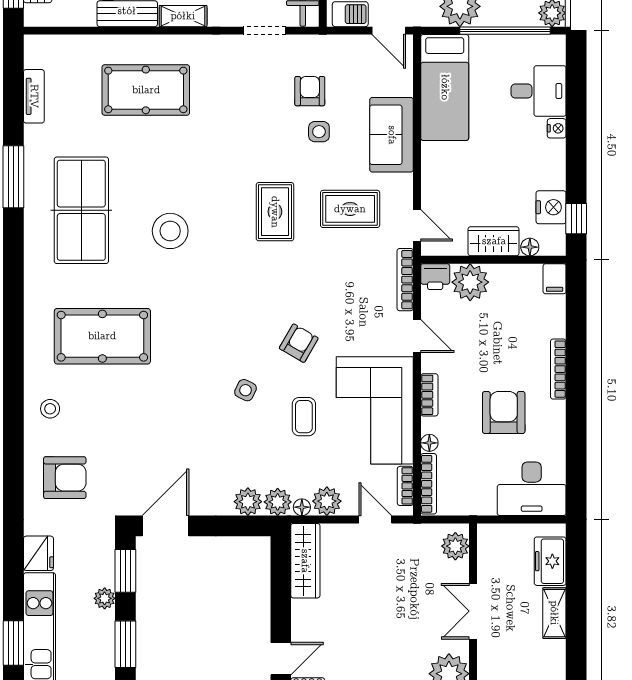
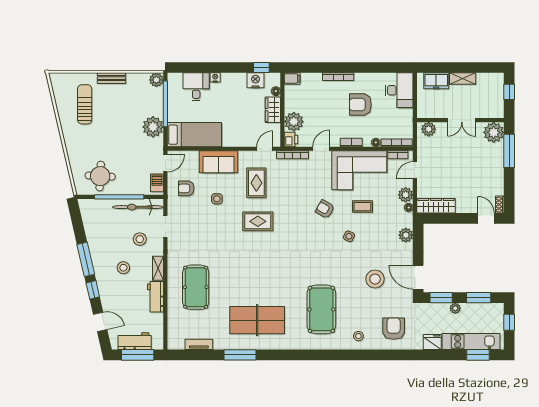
armchair: (310, 91) -> (186, 188), moved
stool: (170, 231) -> (375, 279), moved
plant: (278, 502) -> (406, 220), removed

